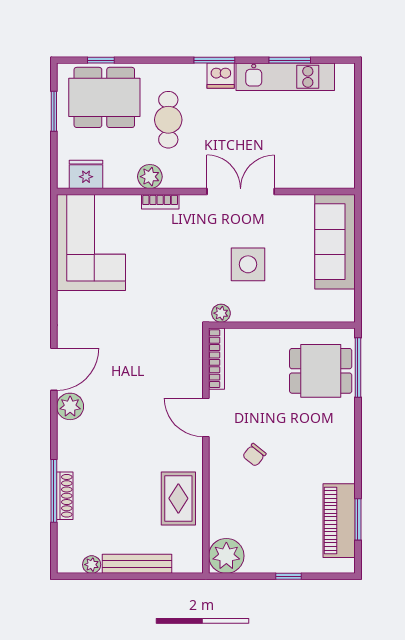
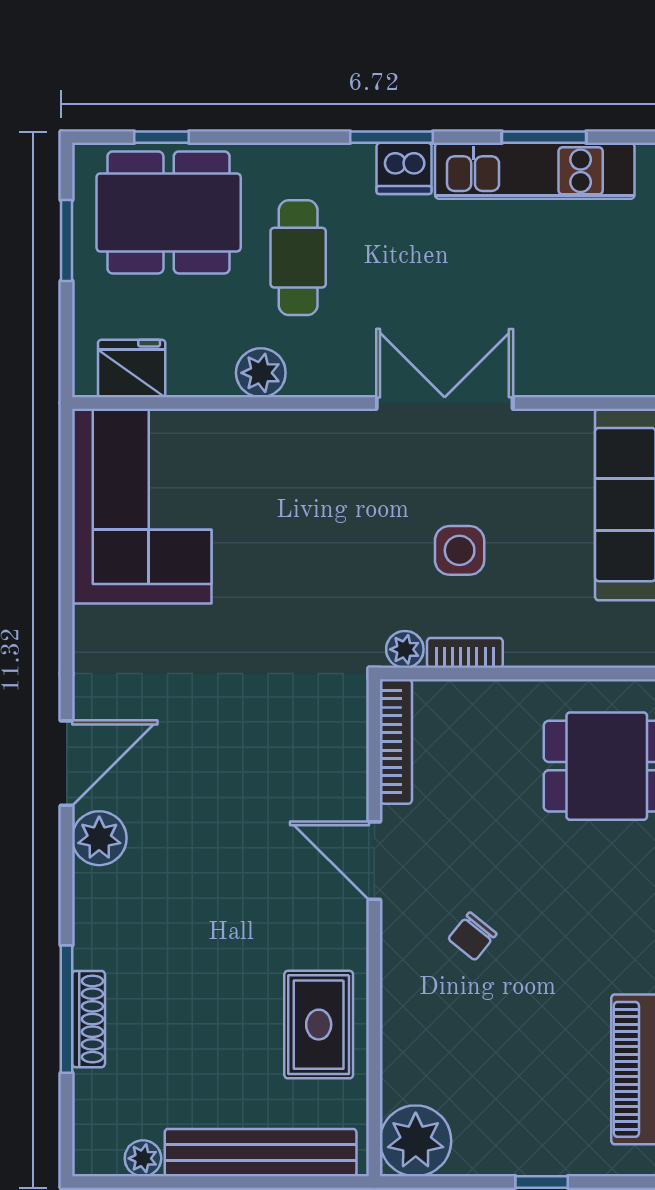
bookcase: (160, 202) -> (465, 653), moved, turned 180
side table: (248, 264) -> (460, 550), width x0.73, depth x0.73
bench: (137, 564) -> (261, 1153), width x1.37, depth x1.21

